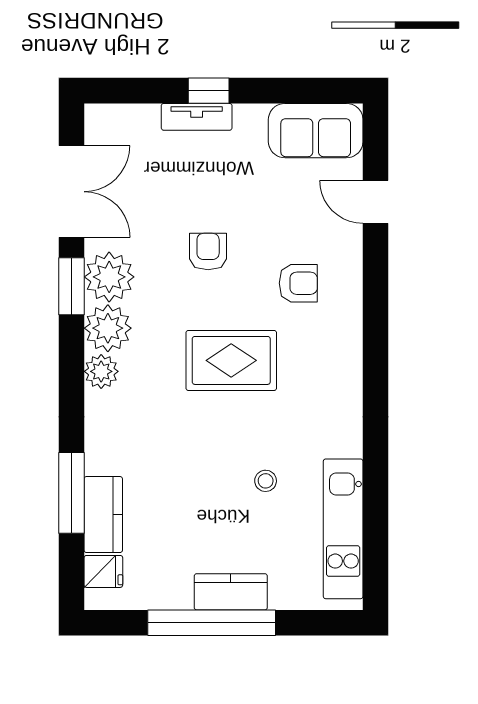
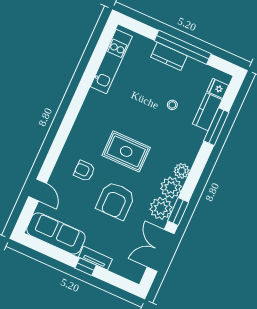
sofa: (316, 131) -> (56, 234), width x1.36
armchair: (208, 252) -> (116, 201), width x1.88, depth x1.88
stool: (266, 481) -> (172, 105), moved

